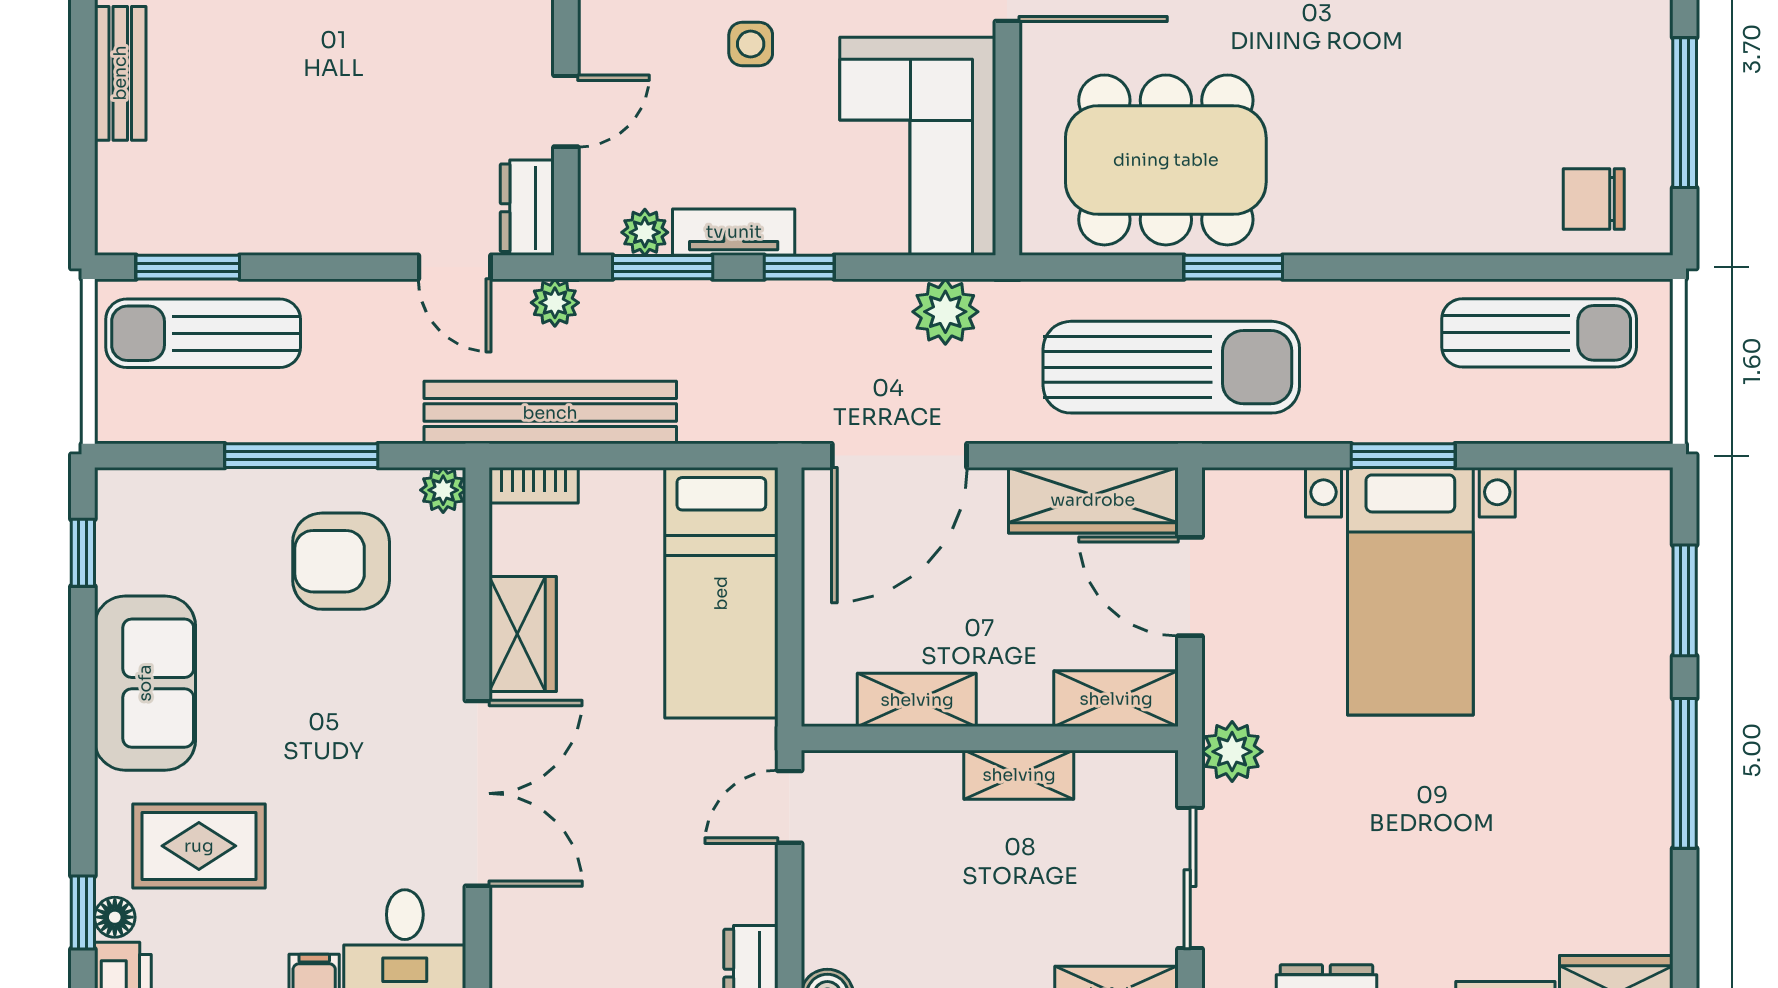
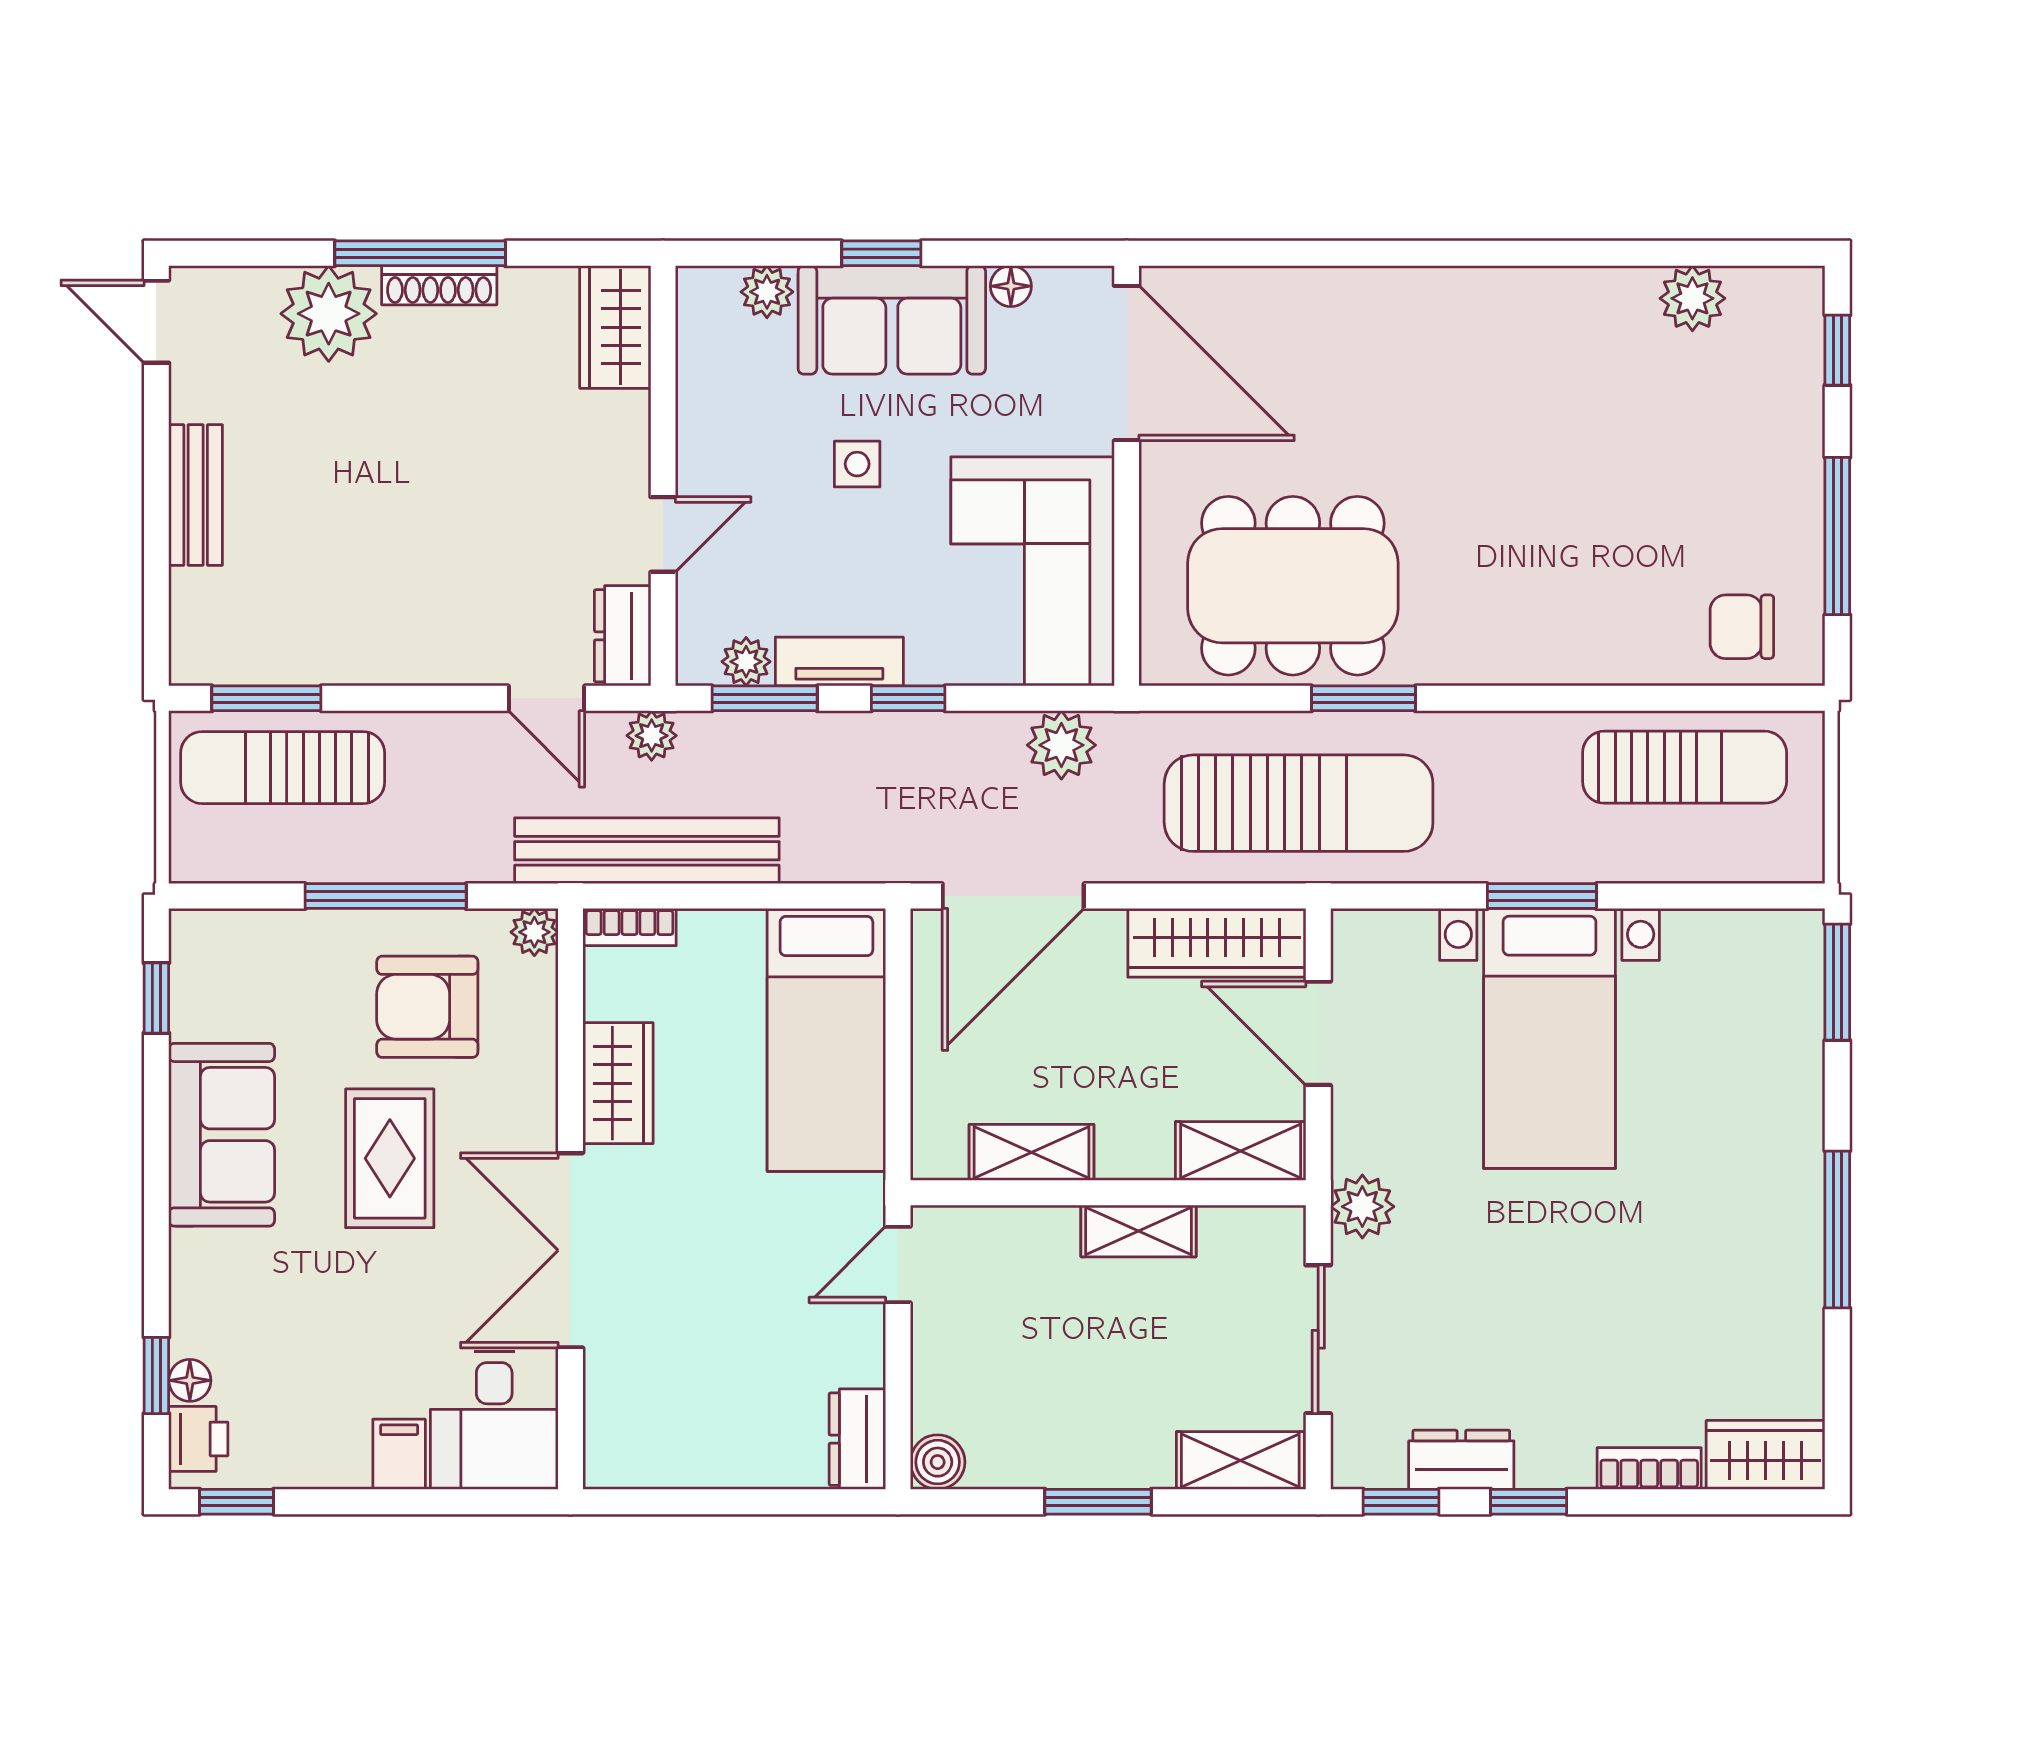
window: (1685, 600) -> (1837, 982), moved
double door: (477, 793) -> (570, 1250), swing flipped
rug: (199, 846) -> (390, 1158), moved, turned 90

